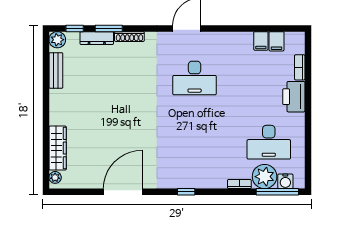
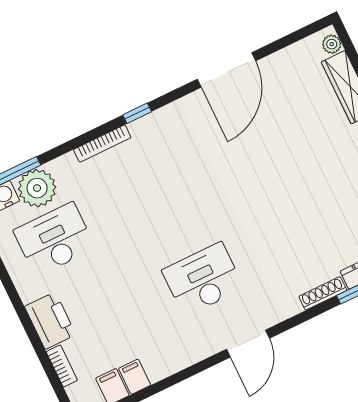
bookcase: (239, 184) -> (102, 144), moved, width x1.56

